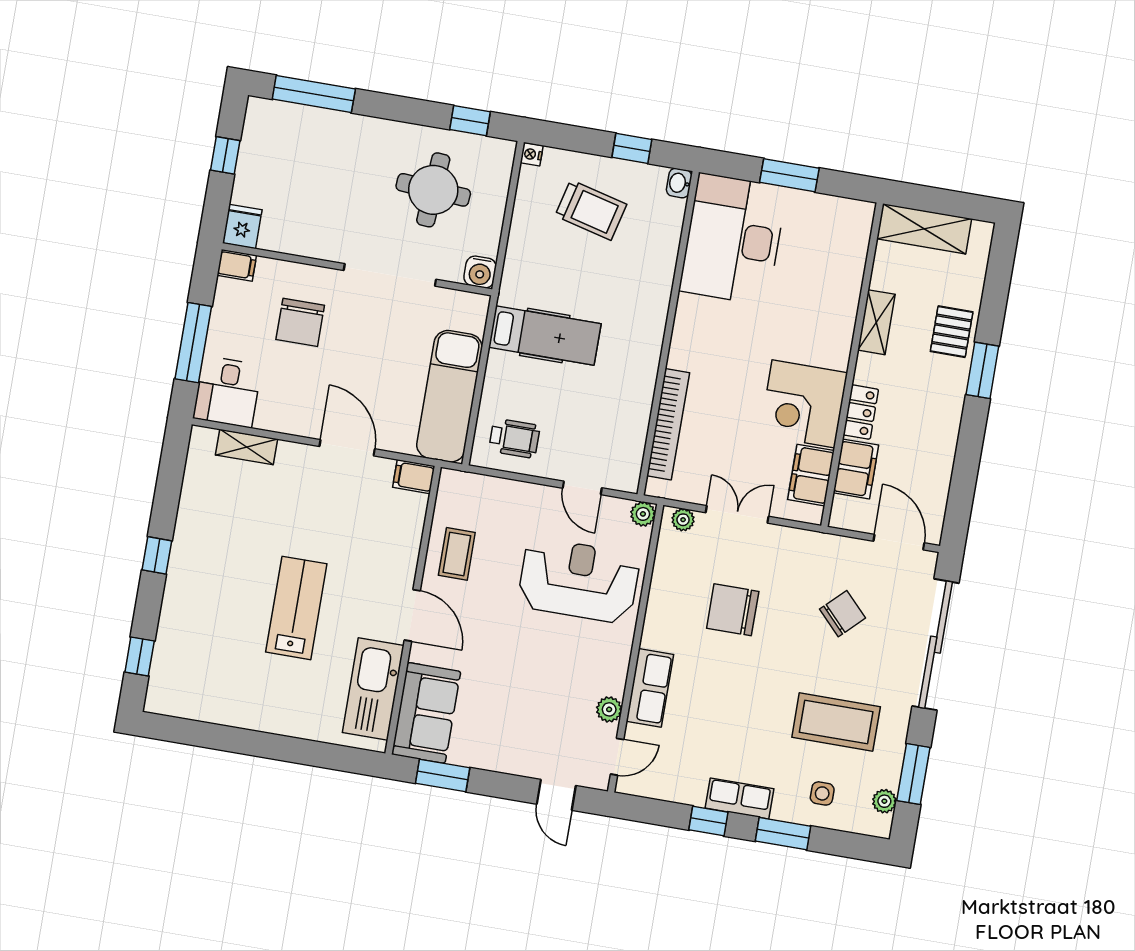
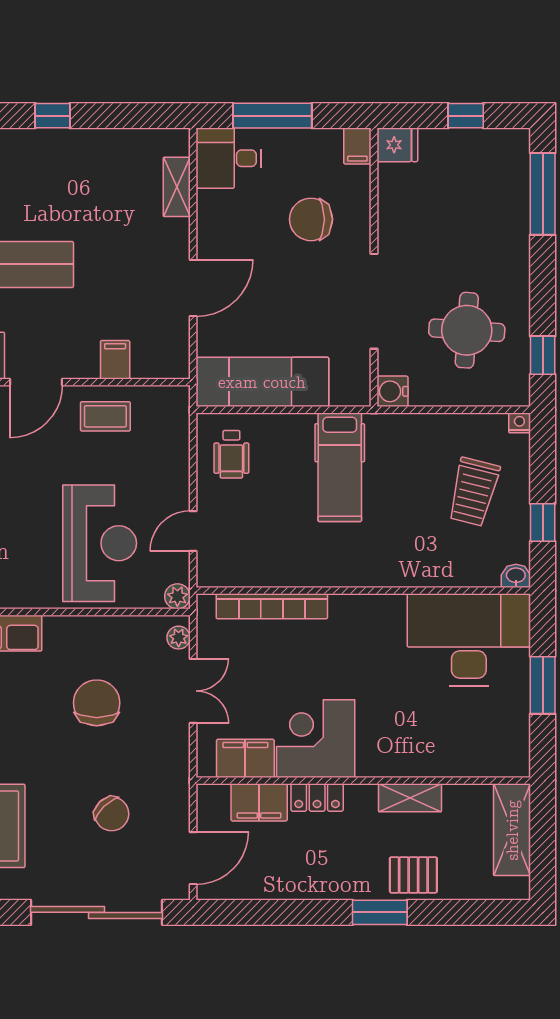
filing cabinet: (414, 477) -> (115, 360), moved

